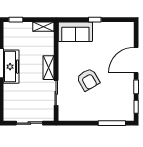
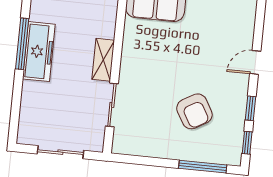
door: (136, 60) -> (255, 62), width x0.53
armchair: (88, 80) -> (194, 111), moved

